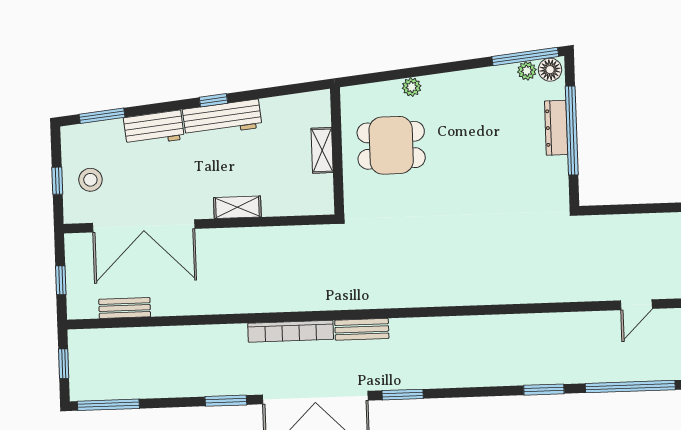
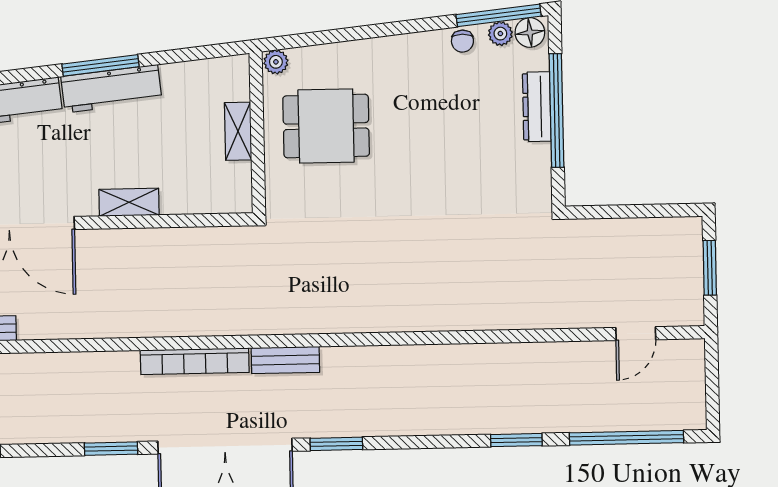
chair: (497, 77) -> (462, 41), added
plant: (412, 87) -> (276, 62), moved
window: (213, 100) -> (100, 65), width x2.17

